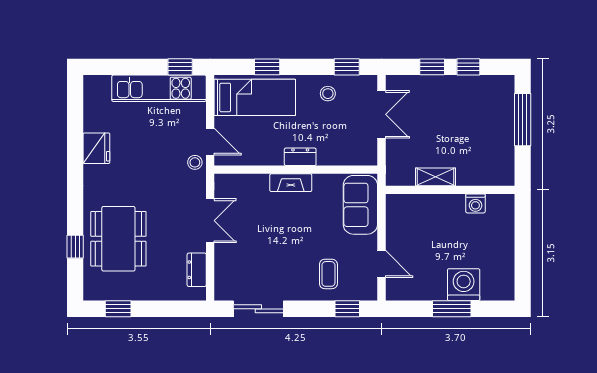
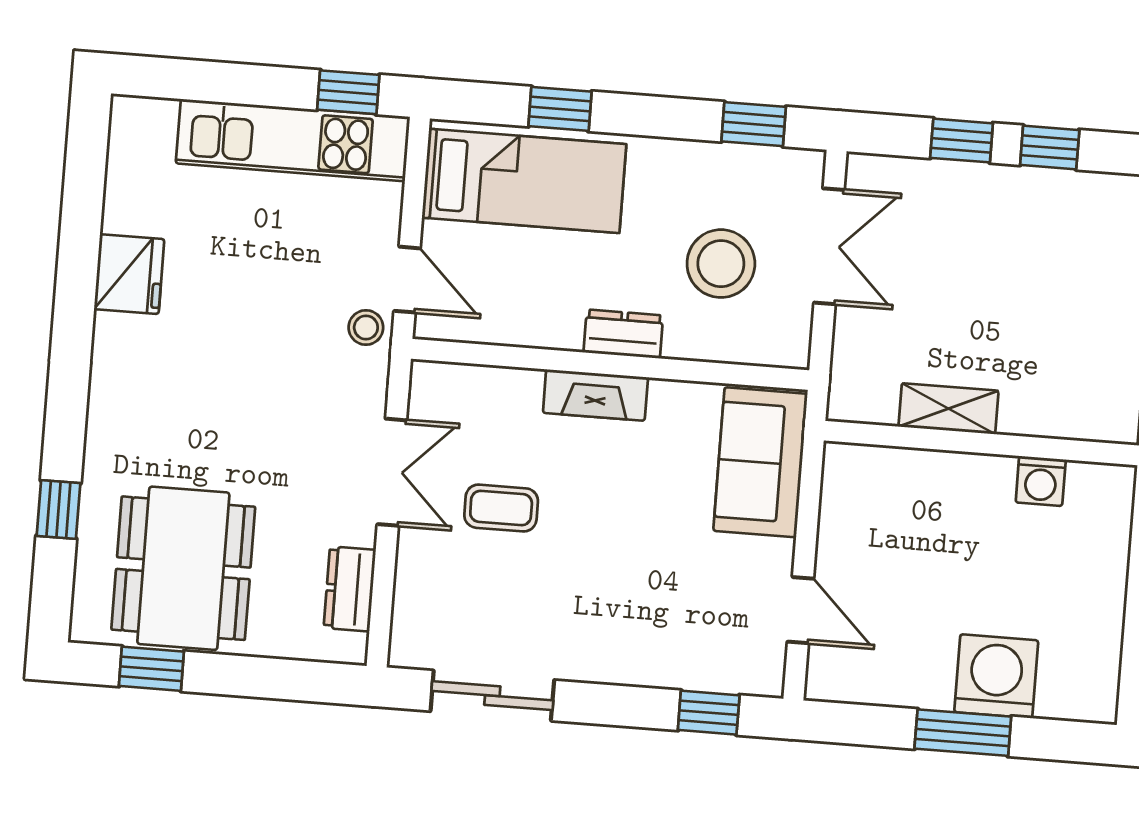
stool: (328, 94) -> (721, 264), moved, width x1.89, depth x1.89
dining table: (118, 239) -> (183, 568), moved
coffee table: (328, 274) -> (501, 508), moved, turned 90

